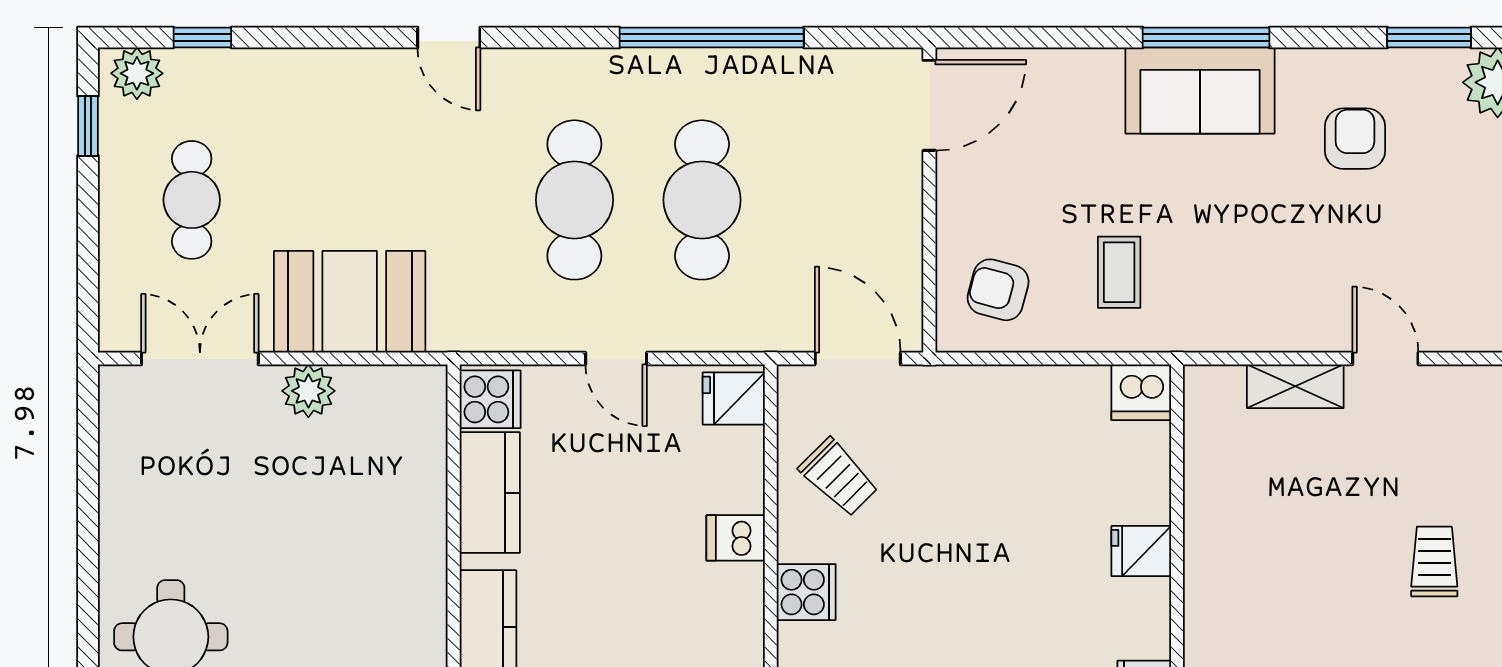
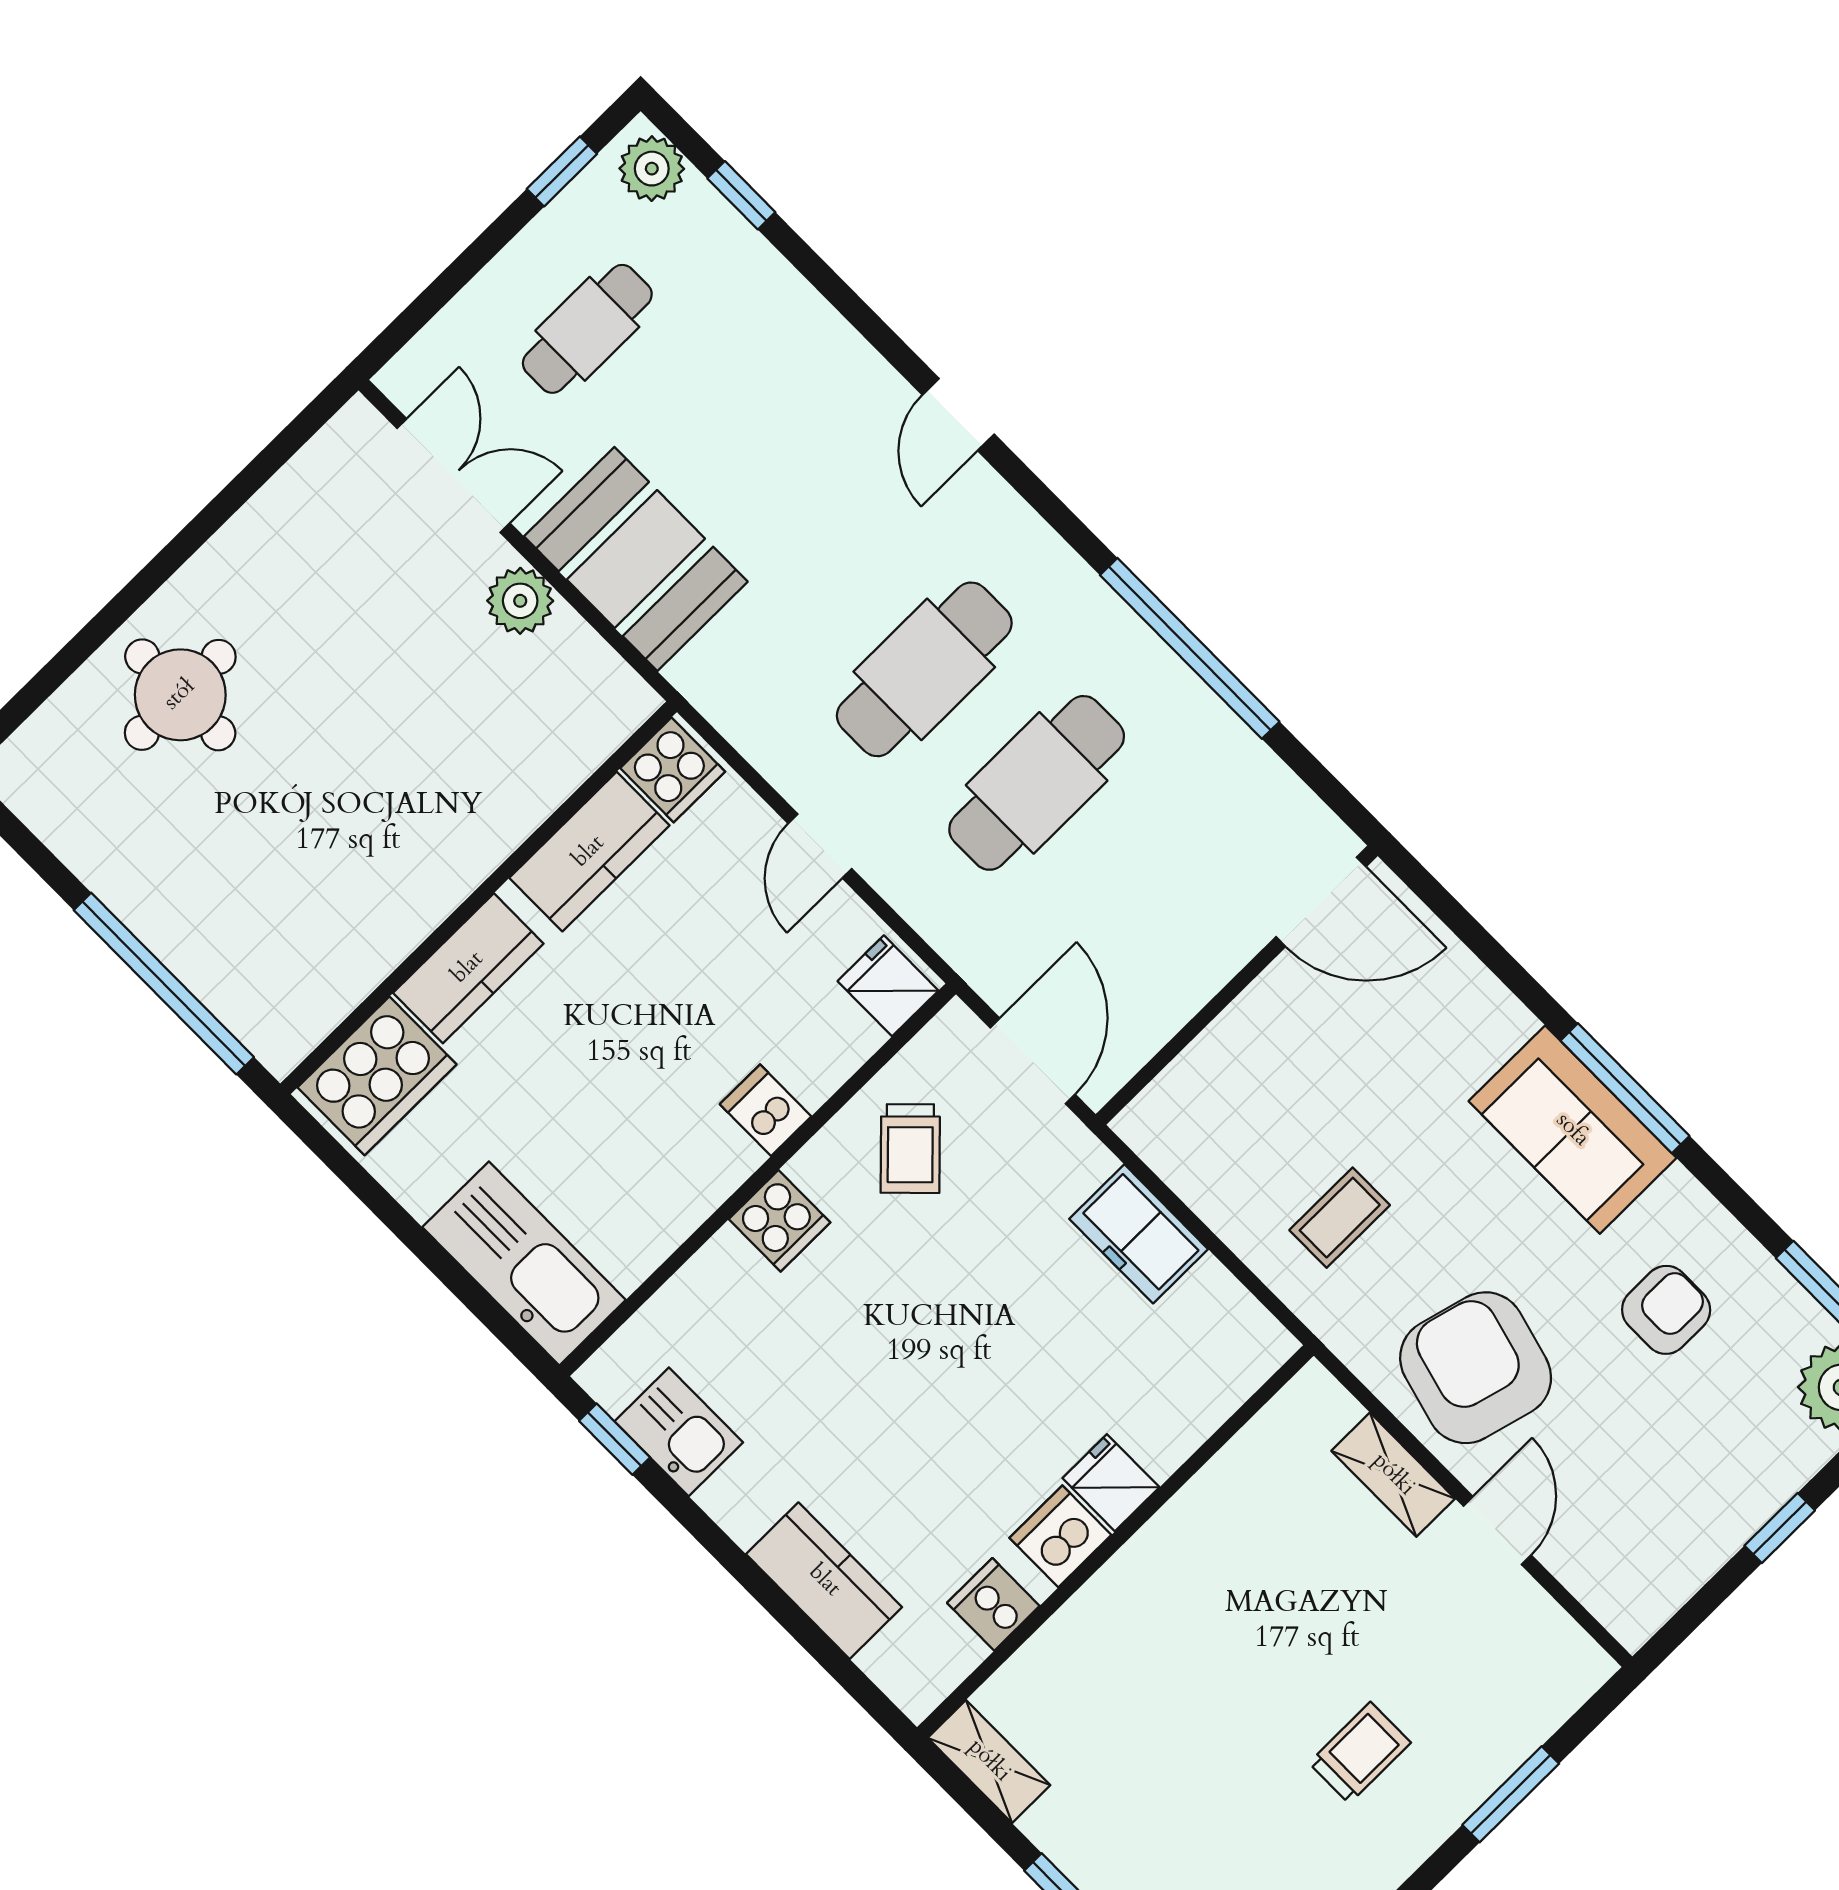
armchair: (998, 290) -> (1476, 1368), moved, width x1.88, depth x1.88
dishwasher: (1141, 392) -> (1060, 1536), moved, turned 90
freezer: (1015, 395) -> (1139, 1234), added

